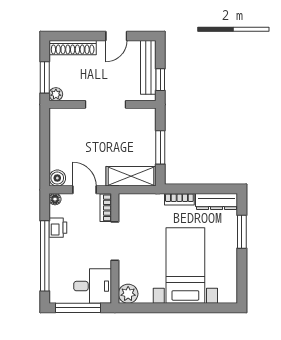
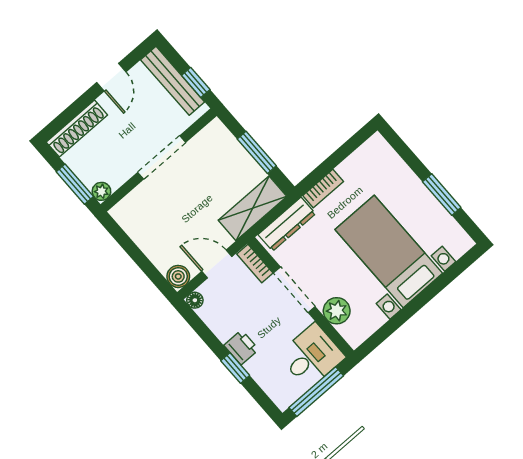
dresser: (217, 201) -> (287, 224), moved
printer: (58, 228) -> (241, 347), moved
window: (242, 232) -> (442, 194), moved
window: (45, 256) -> (235, 368), width x0.32
plant: (128, 294) -> (337, 311), moved

